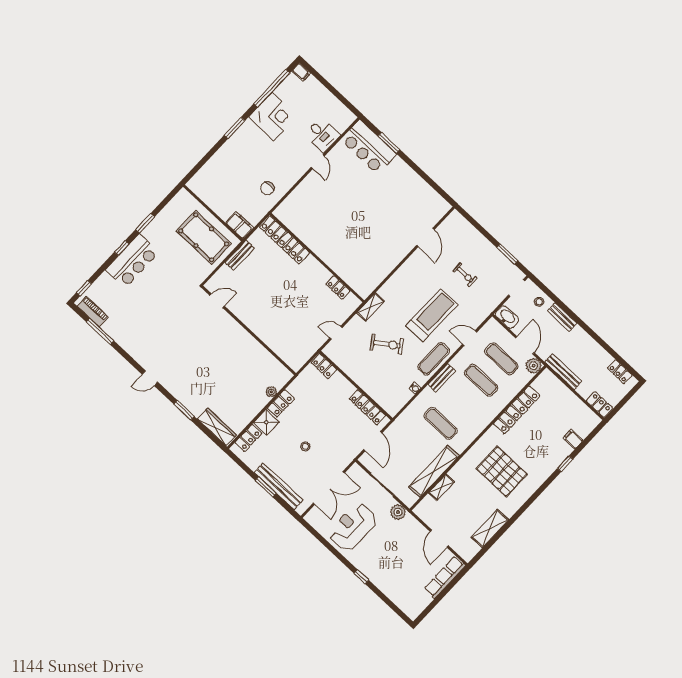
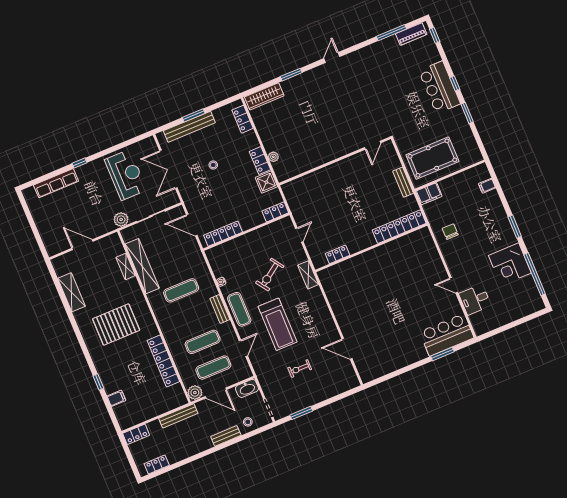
filing cabinet: (301, 72) -> (487, 186), moved
shower: (266, 422) -> (266, 182), moved
row of seats: (445, 577) -> (56, 183), moved, turned 90

